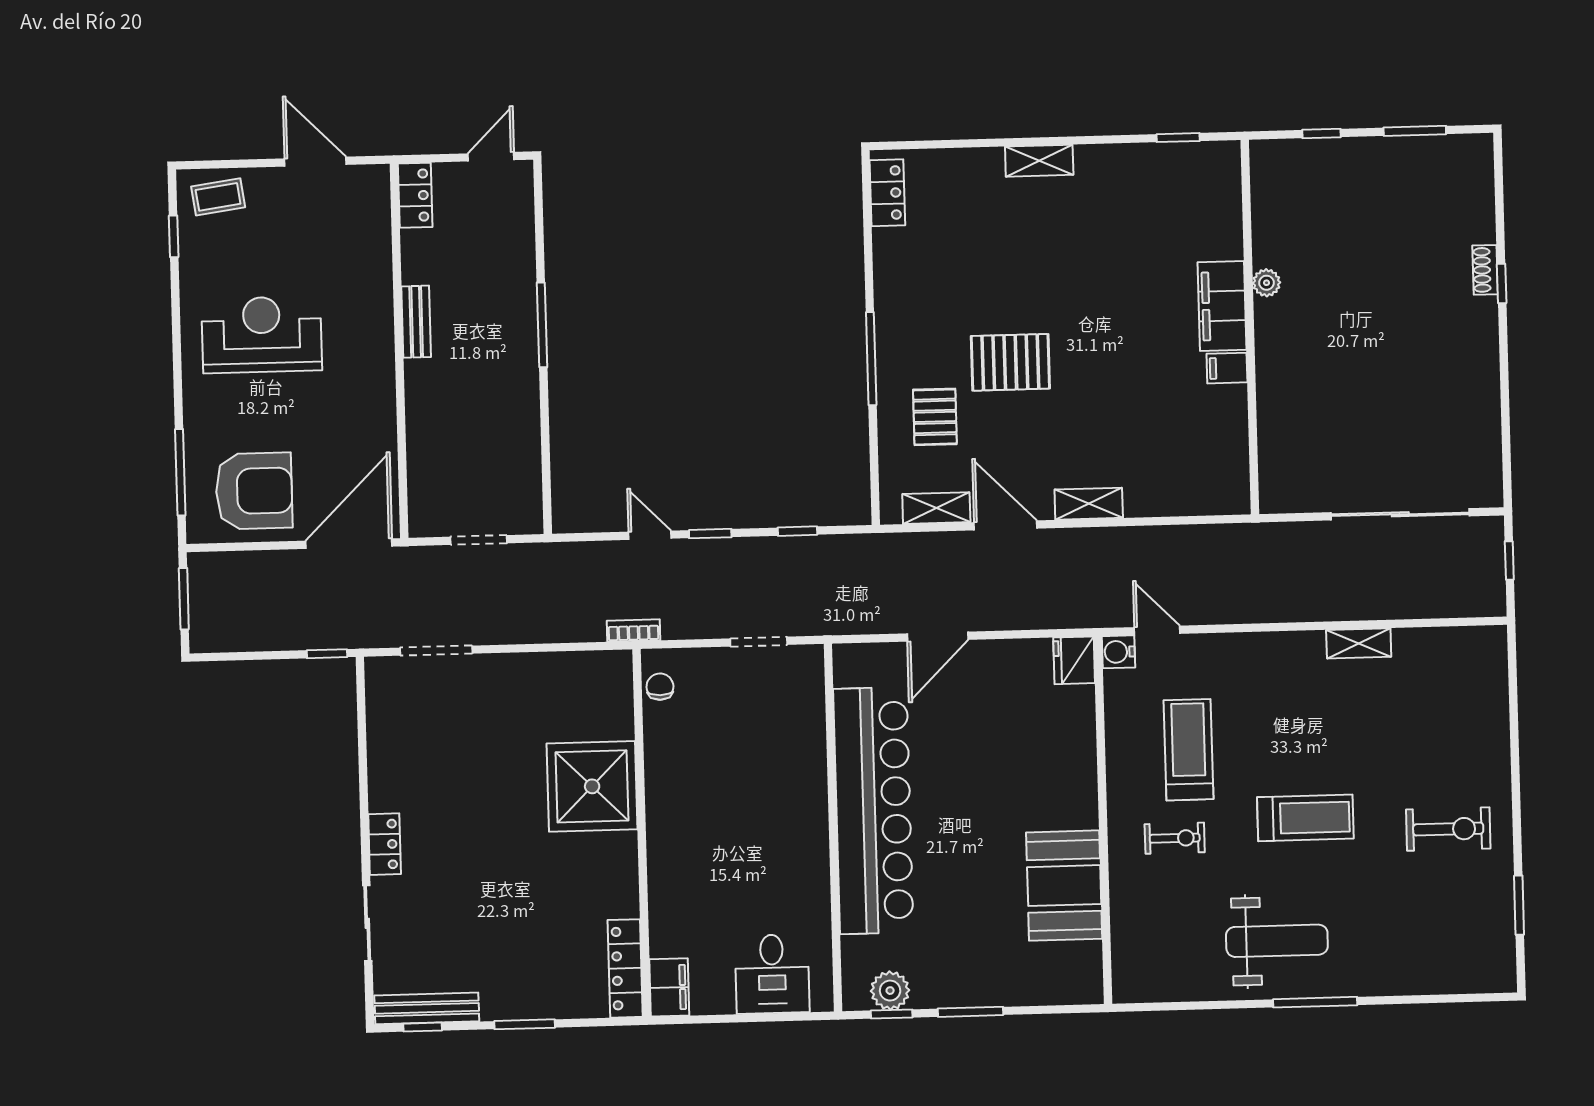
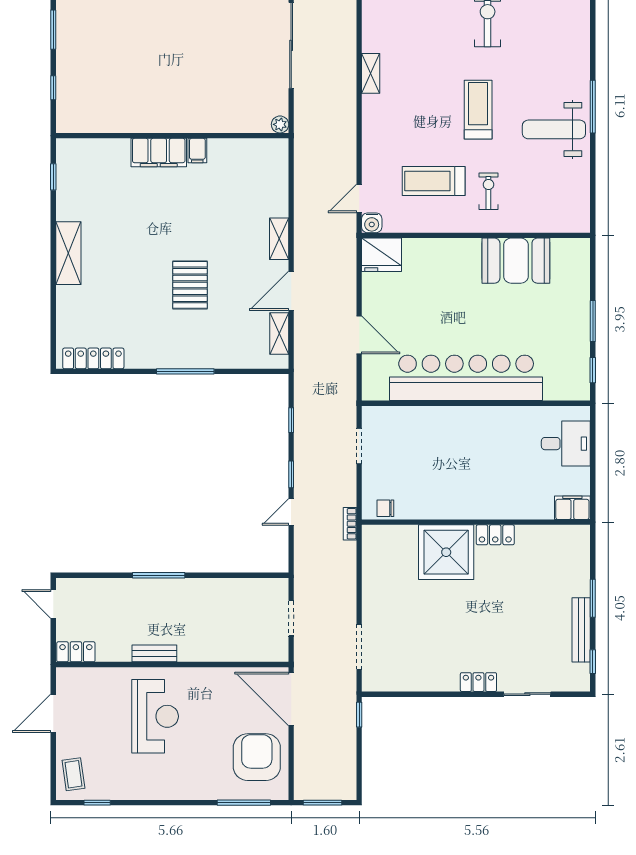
shelving: (1039, 161) -> (68, 253), width x1.50, depth x1.33
locker: (887, 193) -> (93, 358), width x1.53
plant: (1267, 283) -> (280, 124), moved
reception desk: (262, 335) -> (155, 716), moved, turned 180
pallet: (935, 417) -> (223, 333), removed
fridge: (1074, 660) -> (382, 255), width x1.36, depth x1.34
weight bench: (1277, 941) -> (554, 129), turned -90
locker: (625, 968) -> (495, 535), moved, width x0.66
plant: (890, 991) -> (578, 371), removed
bench: (427, 1008) -> (581, 630), moved

